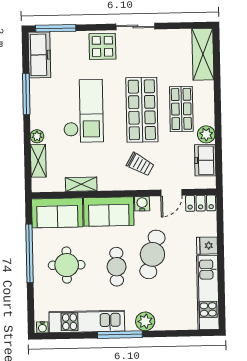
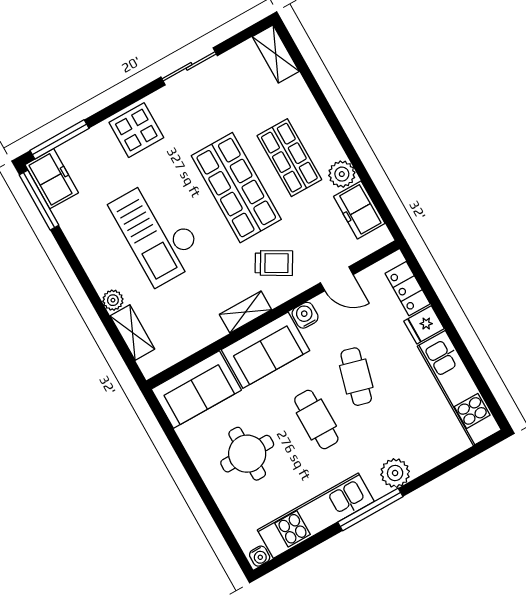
sliding door: (135, 27) -> (189, 66), moved
shelving: (203, 54) -> (276, 54), width x0.67, depth x0.75
freezer: (39, 55) -> (52, 179), width x0.71
window: (26, 94) -> (39, 200), moved
checkout: (83, 111) -> (157, 232), turned 180
shelving: (81, 184) -> (245, 312), moved
door: (171, 193) -> (337, 279), hinge flipped
locker: (201, 203) -> (408, 289), moved, turned 90
window: (30, 253) -> (188, 465), removed
cafe table: (152, 254) -> (356, 377), width x0.73, depth x0.74

